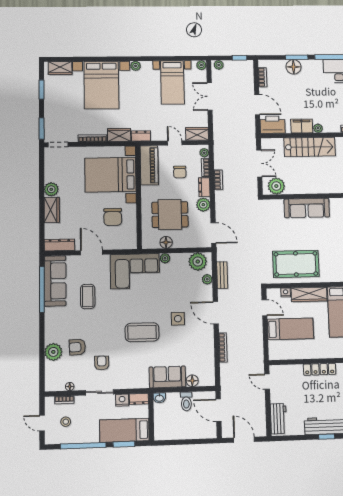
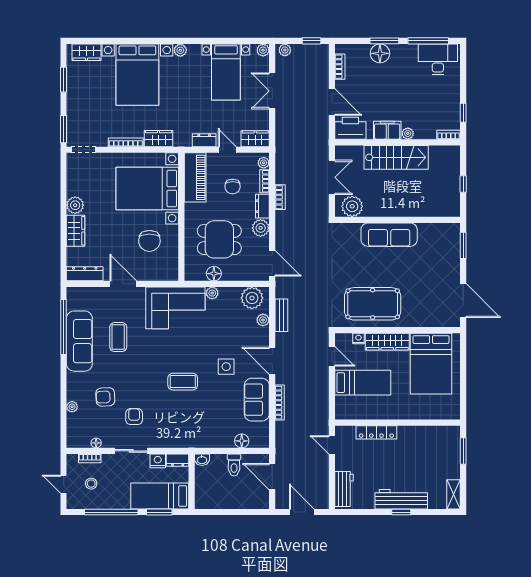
dresser: (141, 136) -> (204, 140), moved
sofa: (55, 281) -> (79, 341), moved
coffee table: (142, 332) -> (183, 382), width x0.73, depth x0.76
plant: (53, 352) -> (72, 407), width x0.53, depth x0.53
locker: (320, 369) -> (376, 432), moved
sofa: (167, 377) -> (257, 400), moved, turned -90

